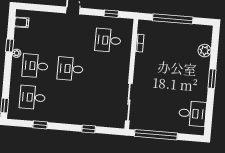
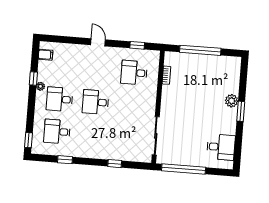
plant: (205, 51) -> (232, 101), moved

